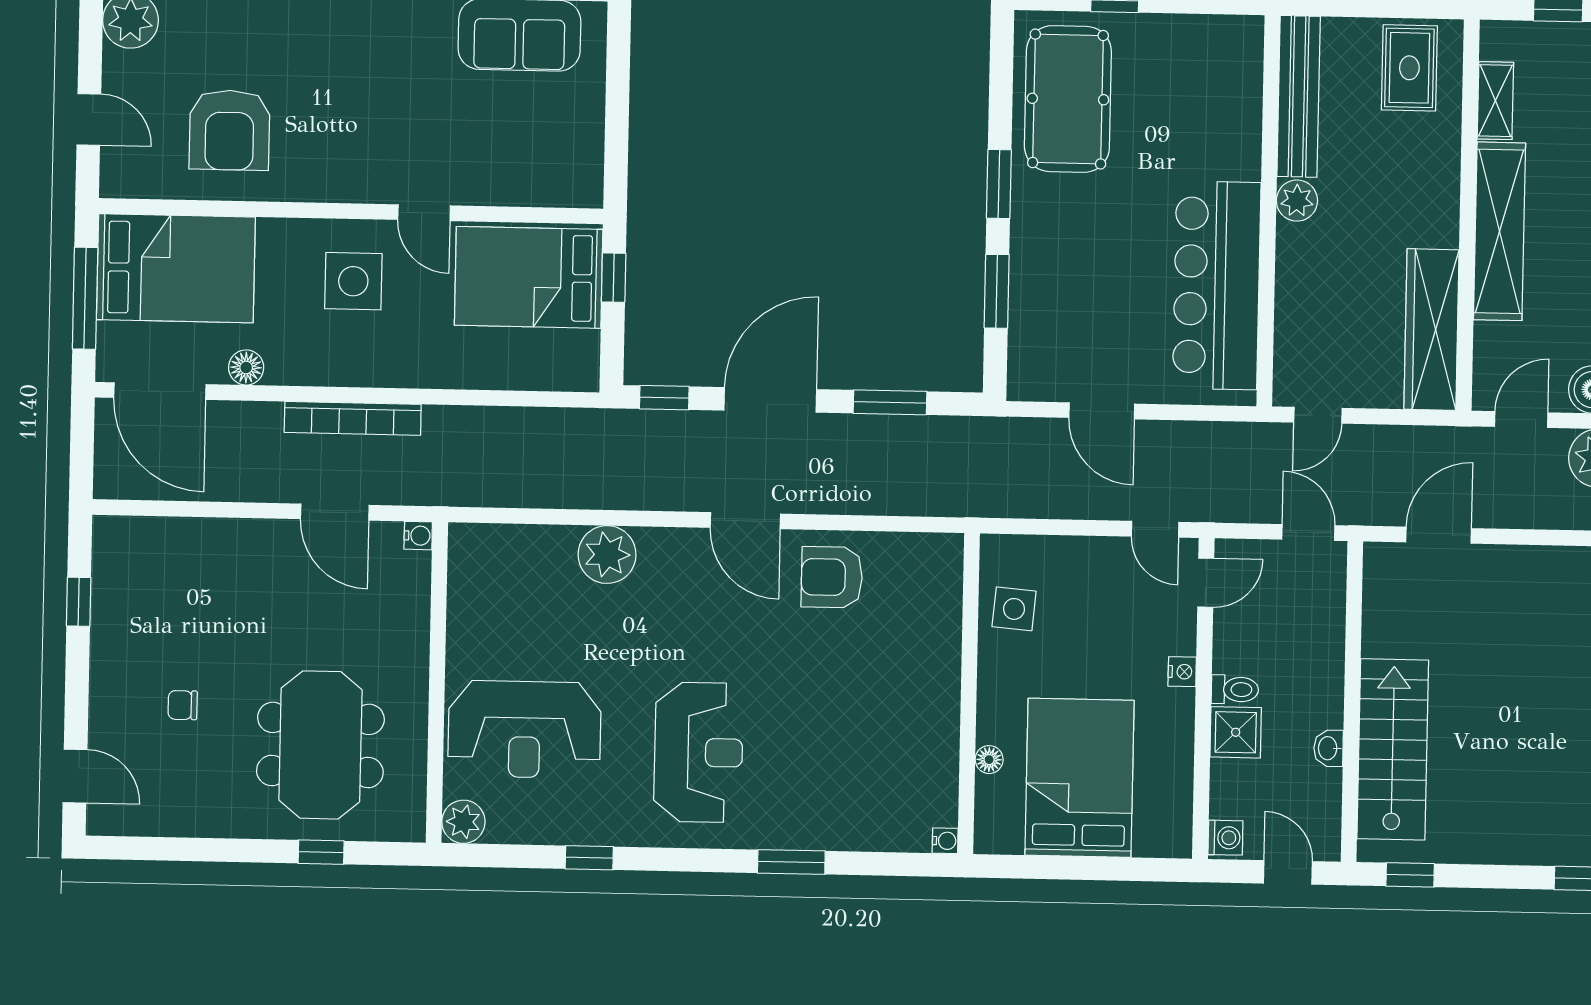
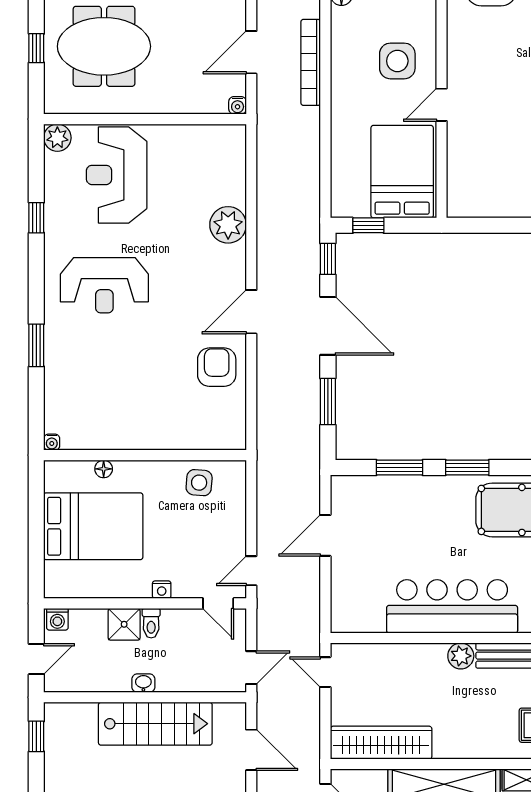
window: (614, 278) -> (368, 225), moved
bar counter: (1217, 285) -> (452, 606), moved
washbasin: (1328, 748) -> (143, 683), moved
stairs: (1393, 749) -> (155, 724), moved

